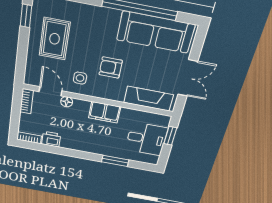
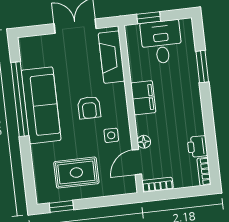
sofa: (156, 32) -> (41, 105), moved

